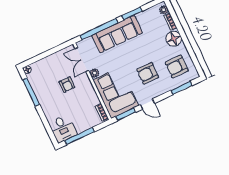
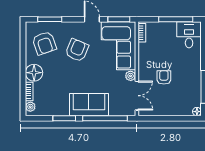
sofa: (117, 34) -> (89, 105), width x0.73
armchair: (177, 67) -> (44, 43), turned 71
armchair: (148, 73) -> (77, 50), turned -67

